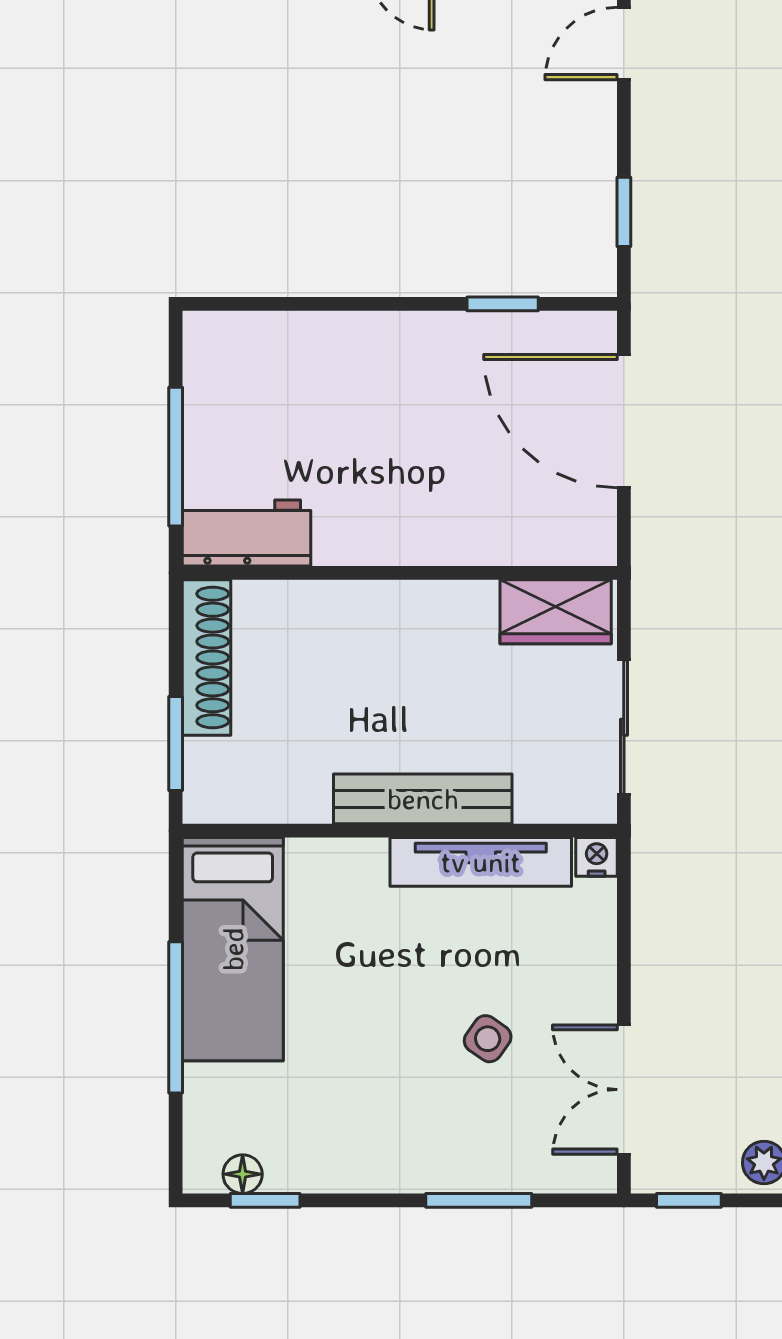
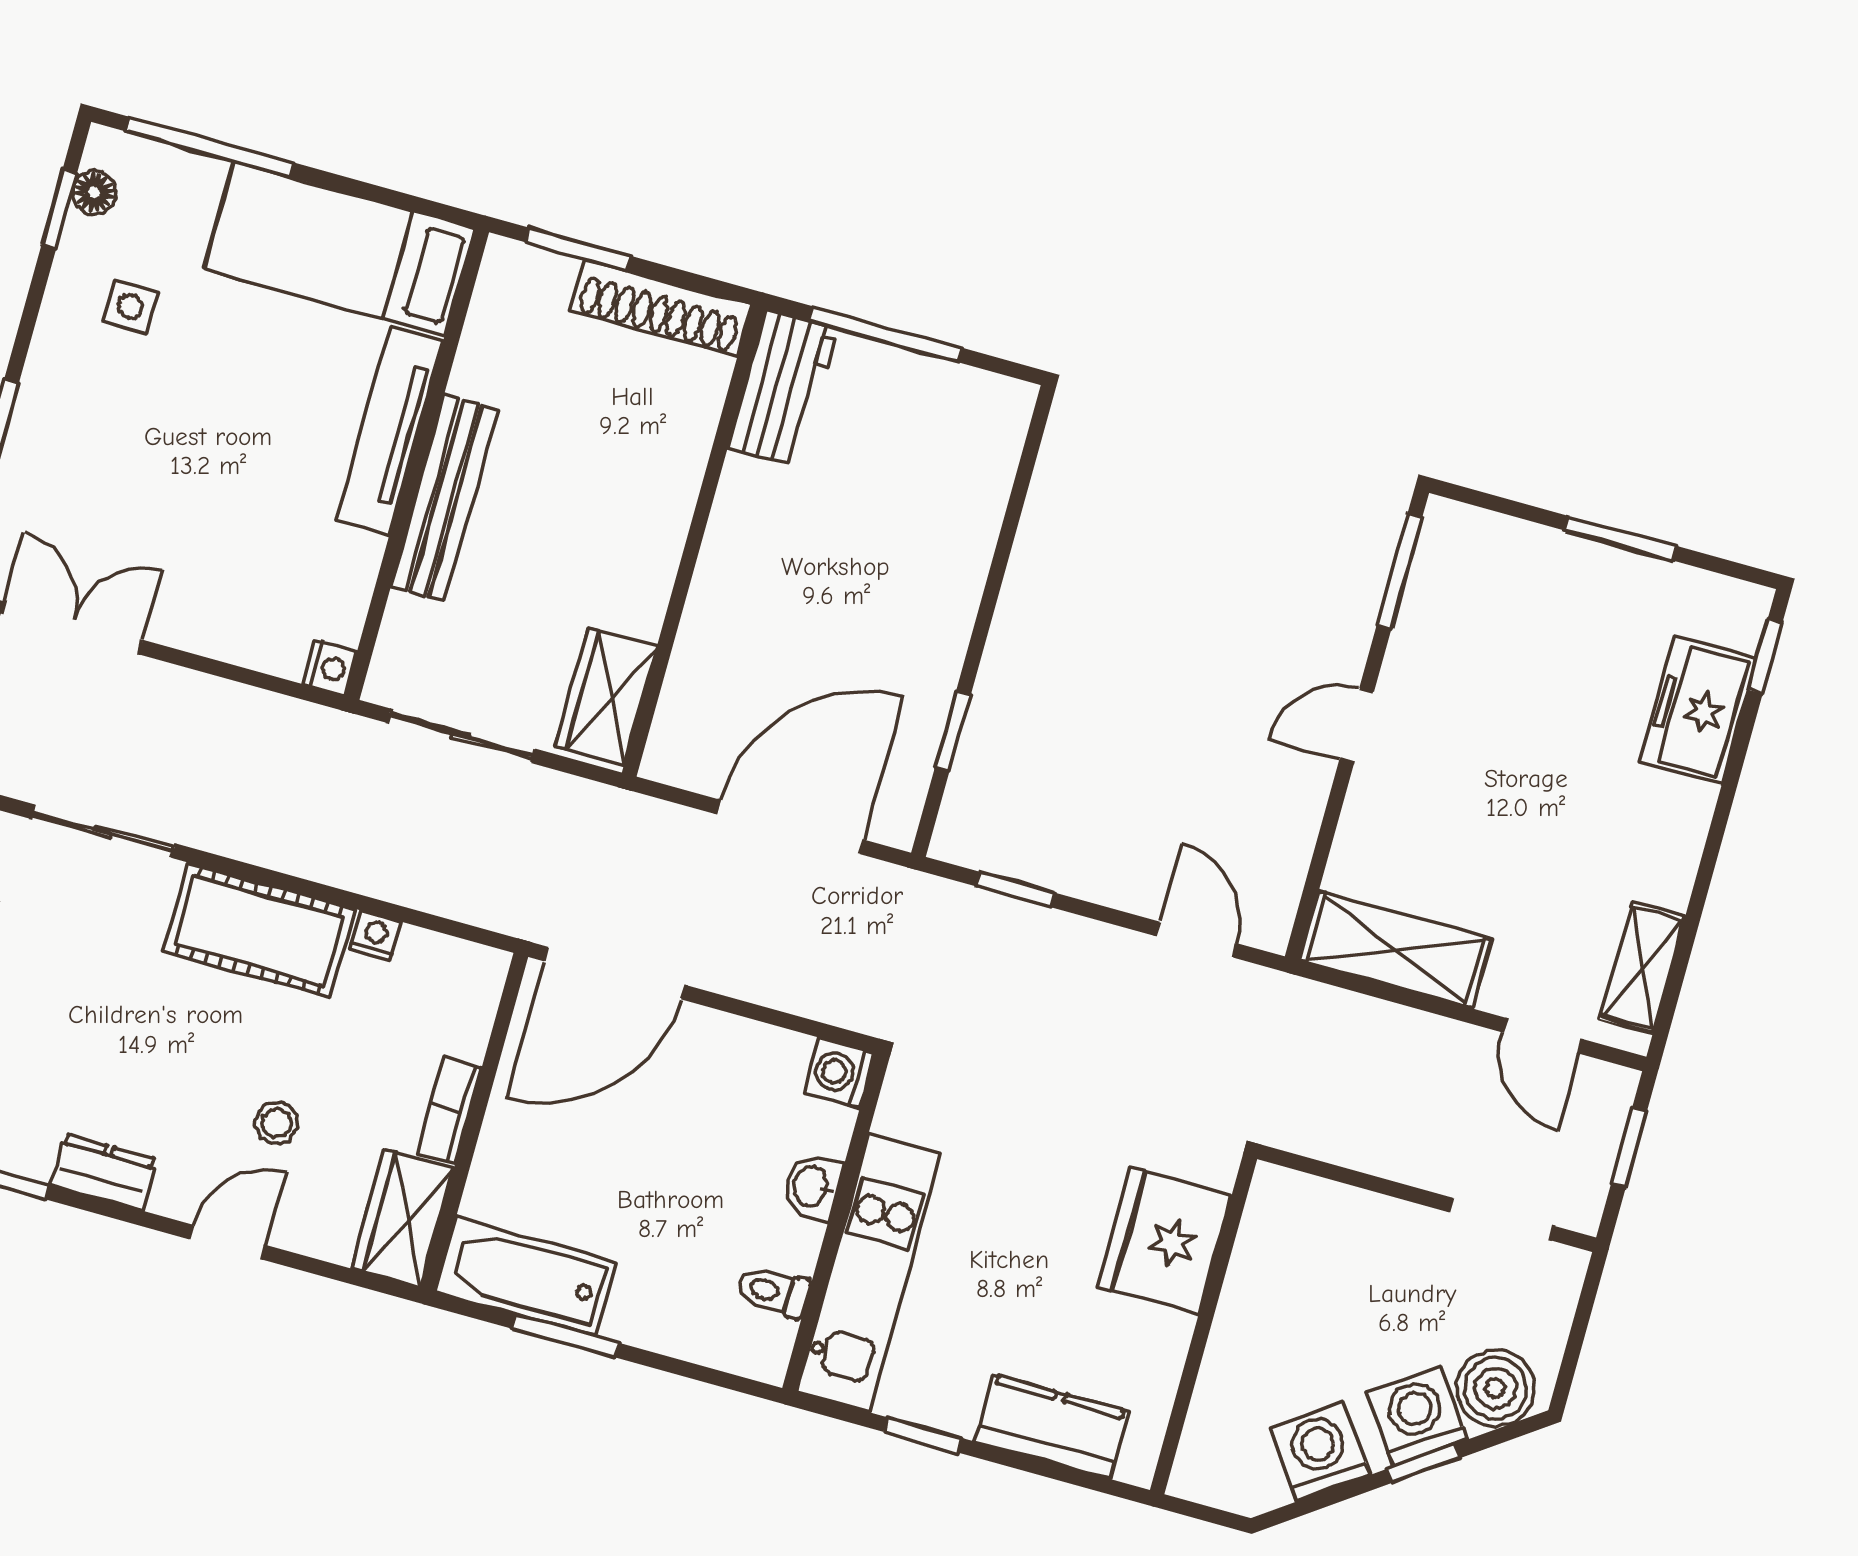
tv unit: (481, 862) -> (390, 431), moved
window: (176, 1017) -> (210, 147), moved
side table: (488, 1039) -> (130, 306), moved, turned -35

